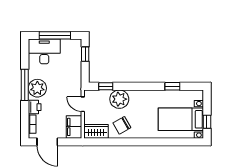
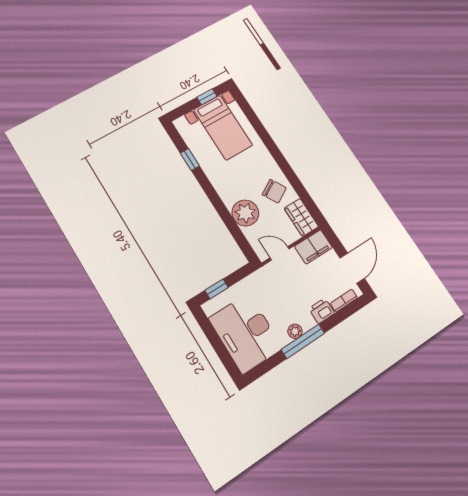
window: (55, 35) -> (217, 343), removed
desk: (44, 51) -> (246, 333), width x1.36, depth x1.30
window: (106, 86) -> (240, 239), removed
plant: (37, 88) -> (295, 331), width x0.53, depth x0.53
door: (83, 104) -> (280, 253), swing flipped

